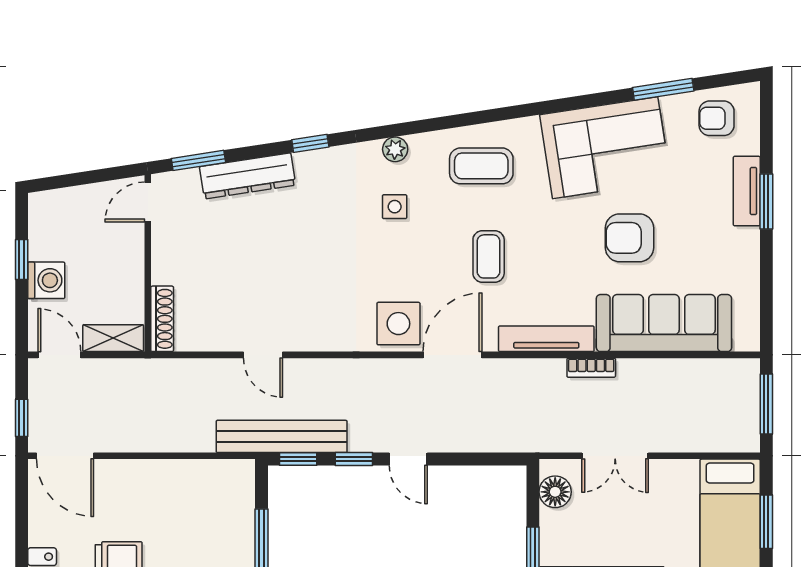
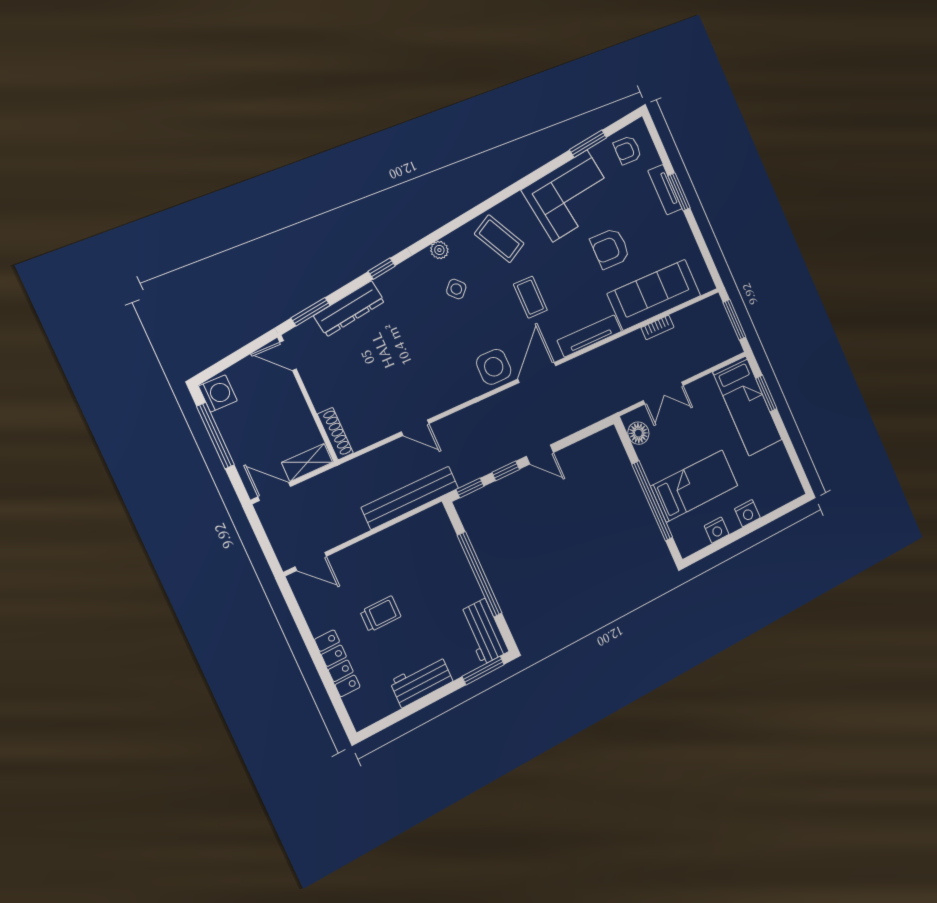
coffee table: (481, 166) -> (499, 239), turned 61
door: (148, 202) -> (288, 356), hinge flipped
side table: (395, 207) -> (456, 289), turned 45
window: (22, 260) -> (215, 436), width x2.17
washing machine: (46, 280) -> (218, 393), moved
bookcase: (591, 368) -> (658, 327), moved
window: (22, 418) -> (267, 549), removed
bench: (282, 436) -> (410, 498), moved
door: (65, 456) -> (311, 561), width x0.73

